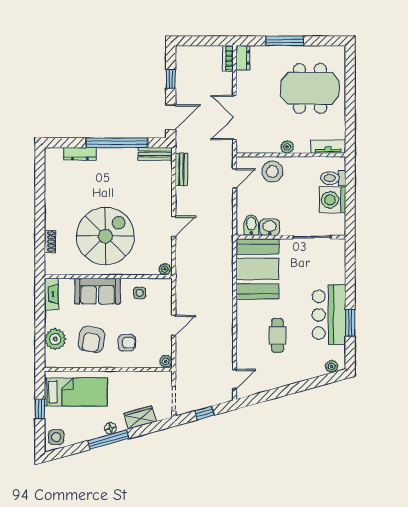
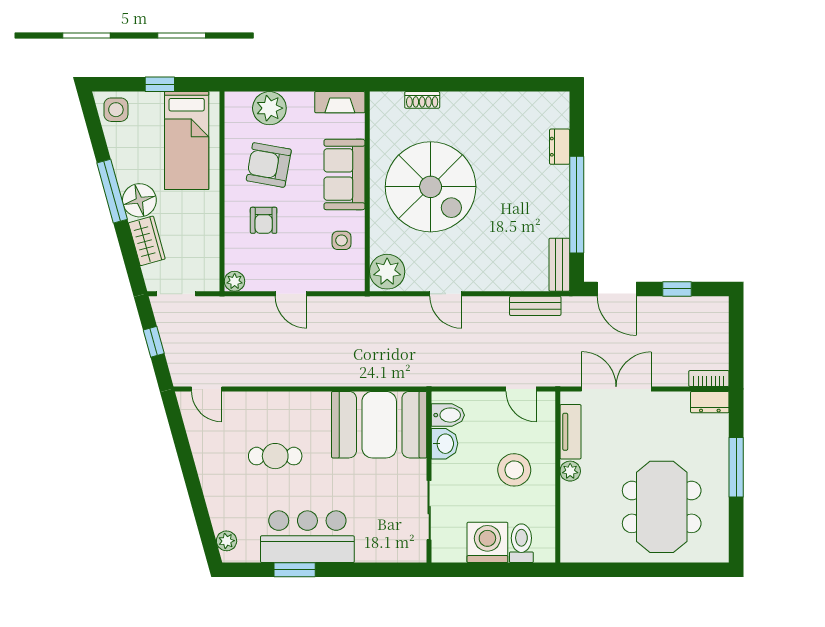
tv unit: (328, 147) -> (570, 432), moved
dresser: (80, 154) -> (560, 147), width x0.70
stool: (272, 172) -> (514, 470), moved
plant: (165, 269) -> (387, 272), width x1.87, depth x1.87
floor lamp: (111, 428) -> (139, 200), width x1.89, depth x1.89

